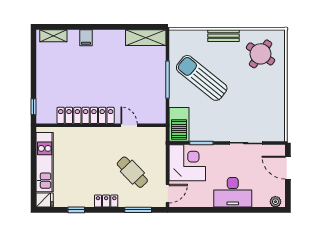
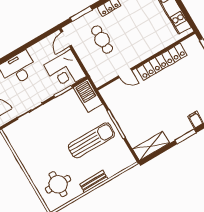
window: (106, 27) -> (186, 136), added
round table: (261, 54) -> (58, 184), turned -35
sun lounger: (202, 78) -> (91, 140), turned -39
cafe table: (132, 172) -> (102, 40), turned 44

